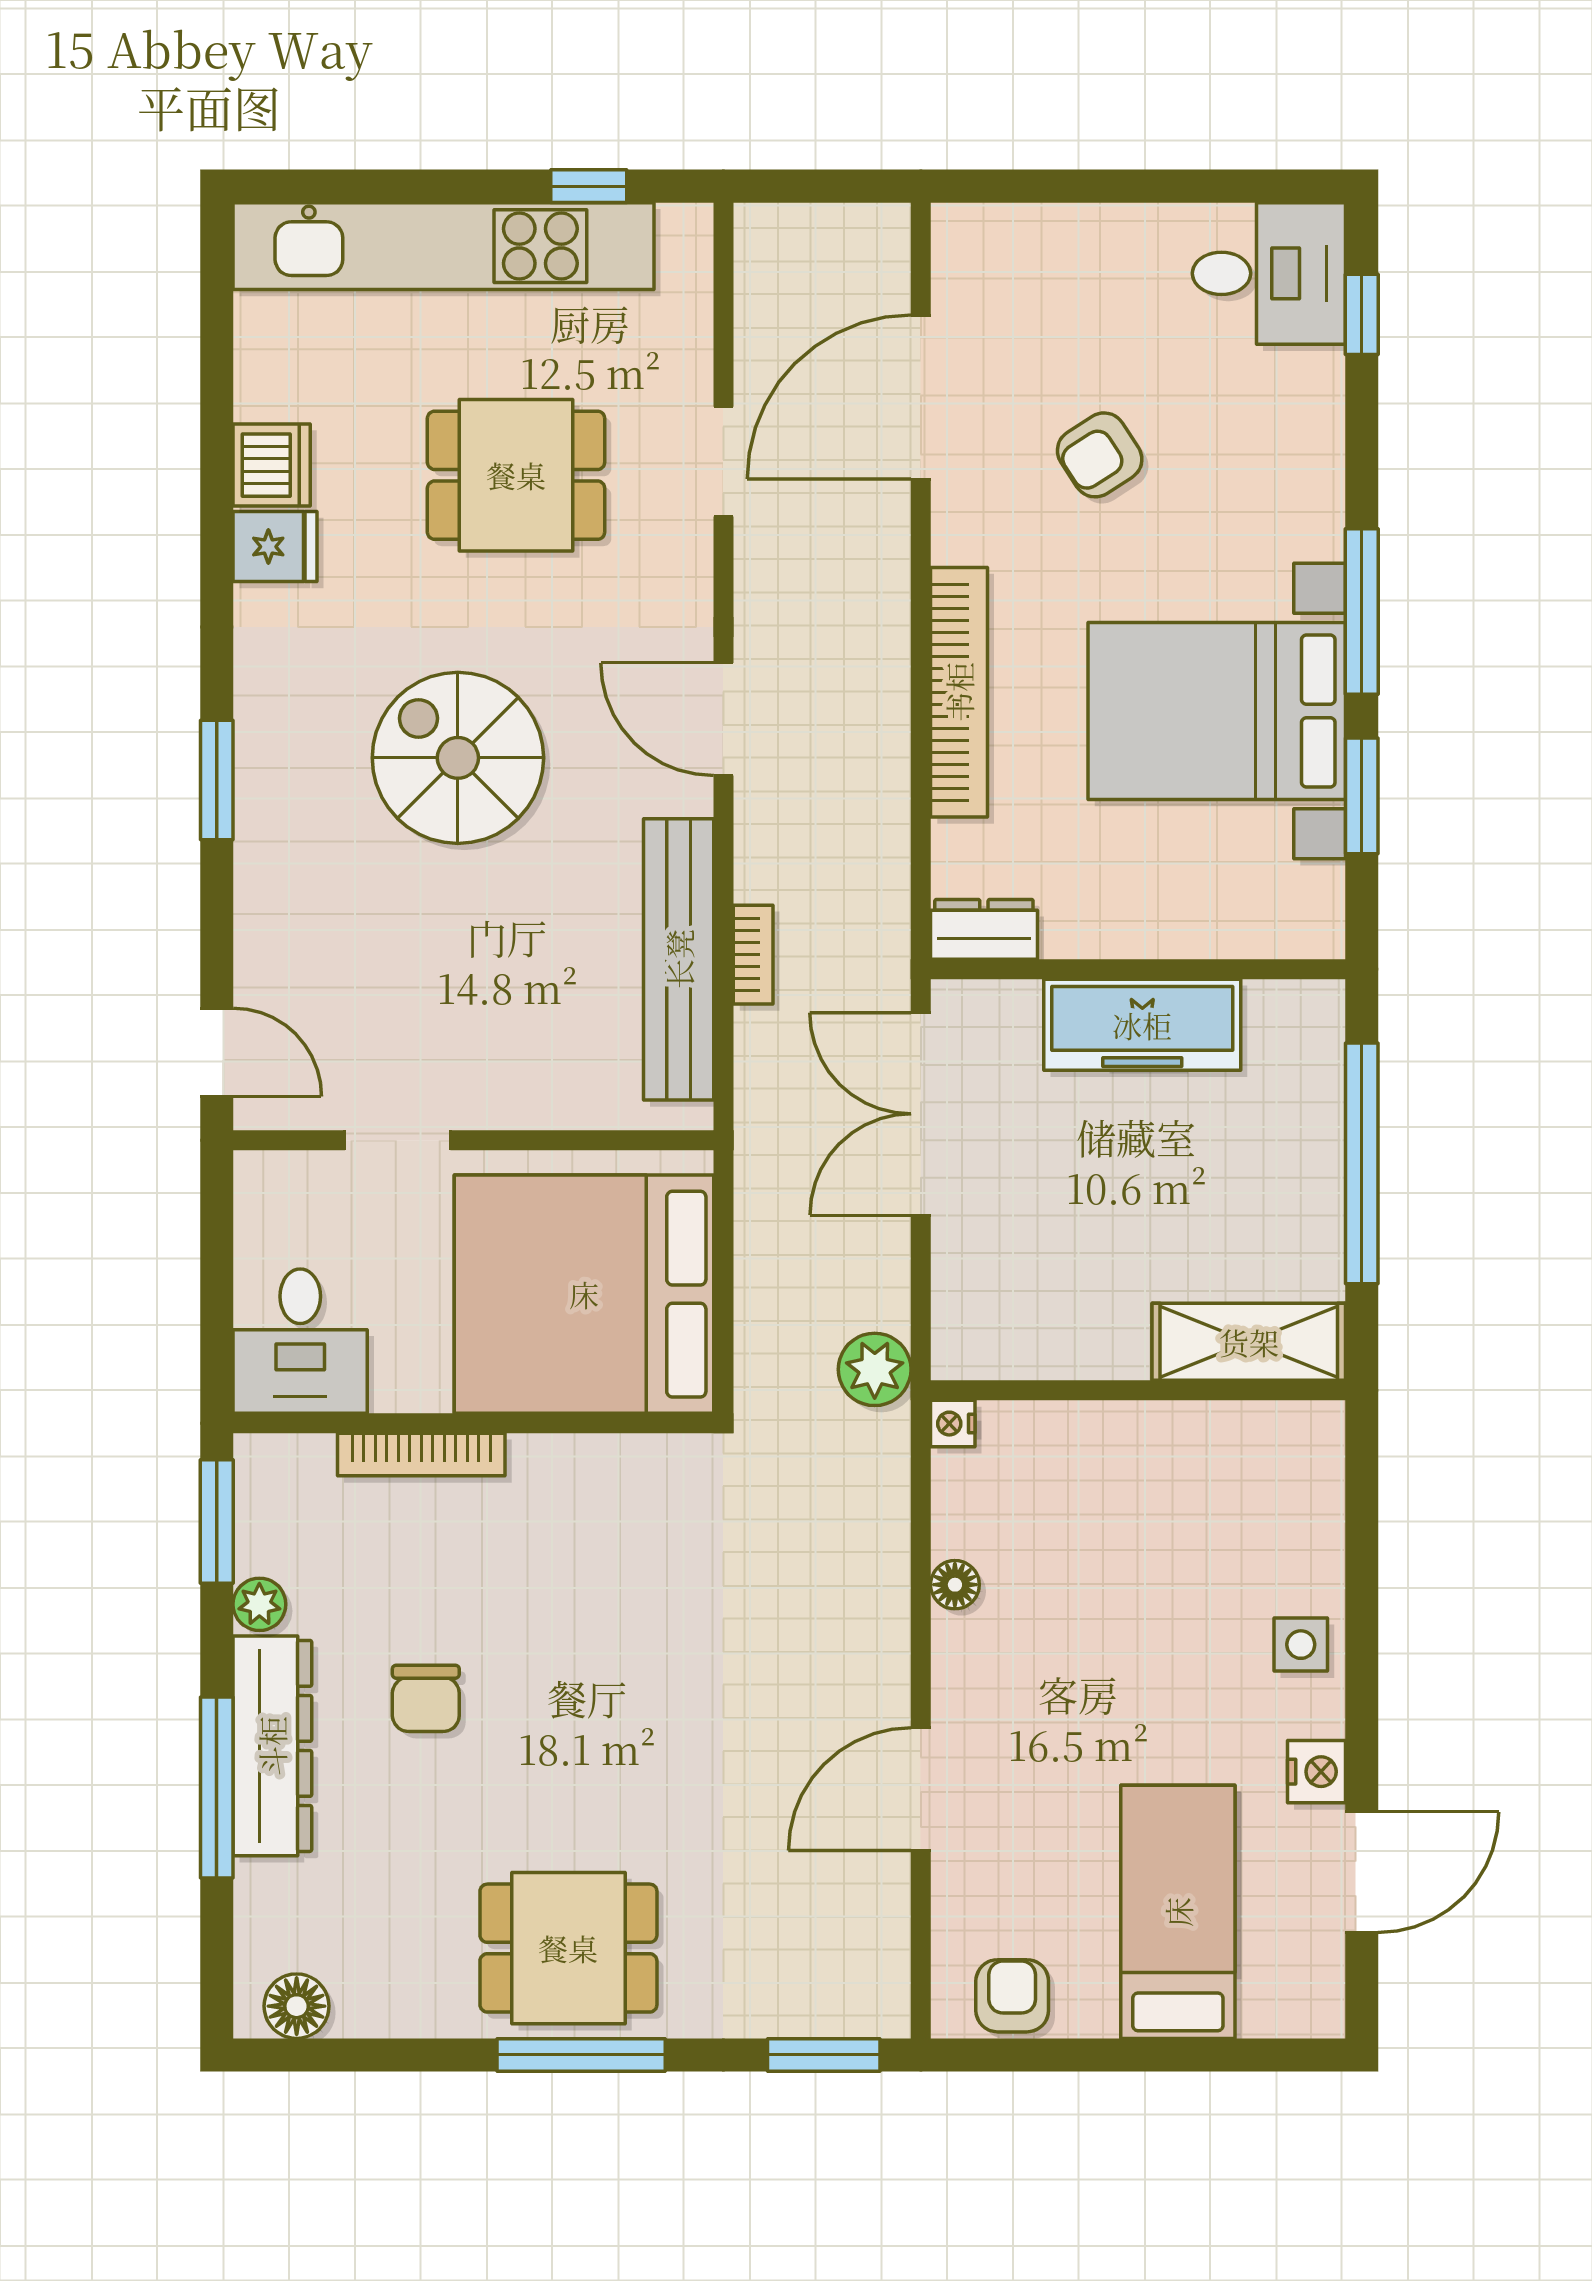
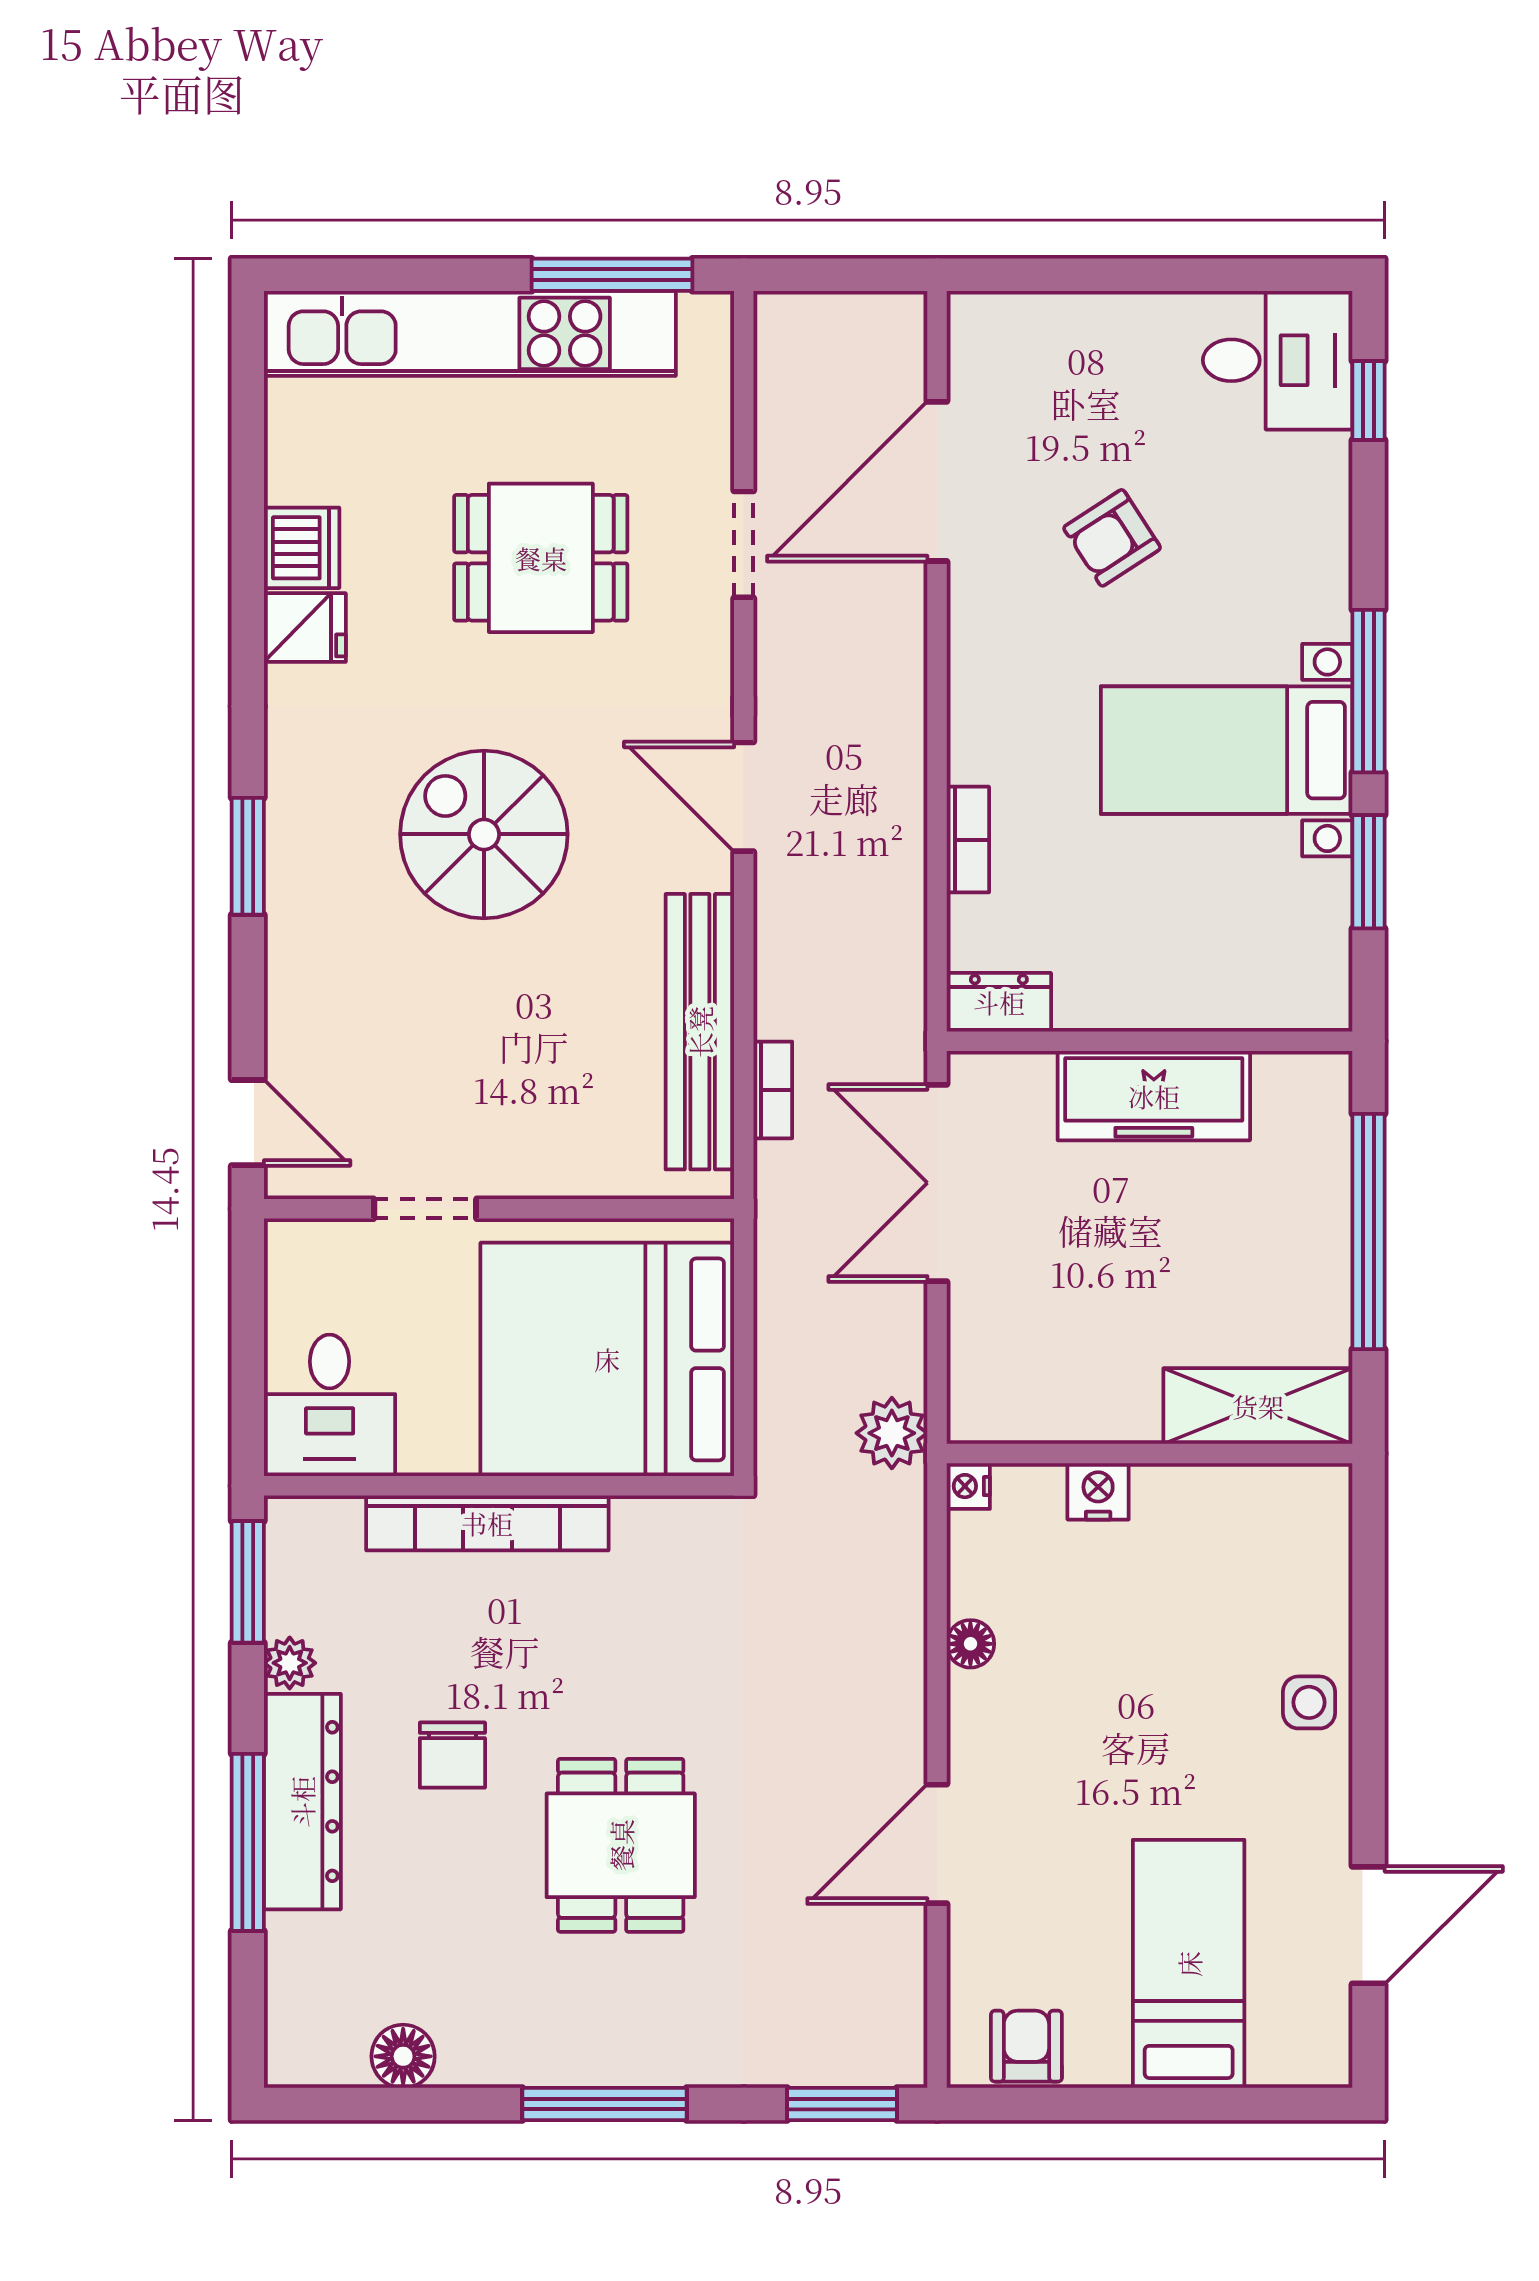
window: (589, 186) -> (612, 275), width x2.17
bookcase: (959, 692) -> (968, 840), width x0.43, depth x0.76
bed with nightstands: (1217, 711) -> (1227, 750), width x0.73
bookcase: (753, 955) -> (773, 1090), moved
bookcase: (421, 1455) -> (487, 1523), width x1.48, depth x1.31
nightstand: (1316, 1772) -> (1098, 1491), moved, turned -90
dining table: (568, 1948) -> (621, 1845), moved, turned 90
floor lamp: (297, 2006) -> (403, 2056), moved

